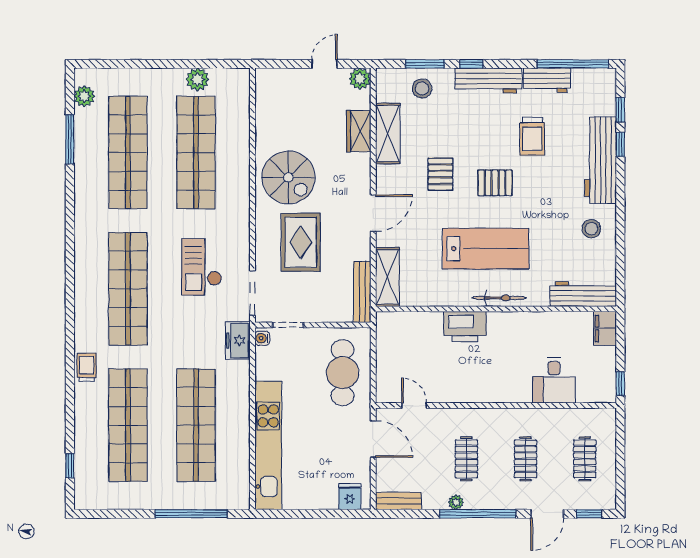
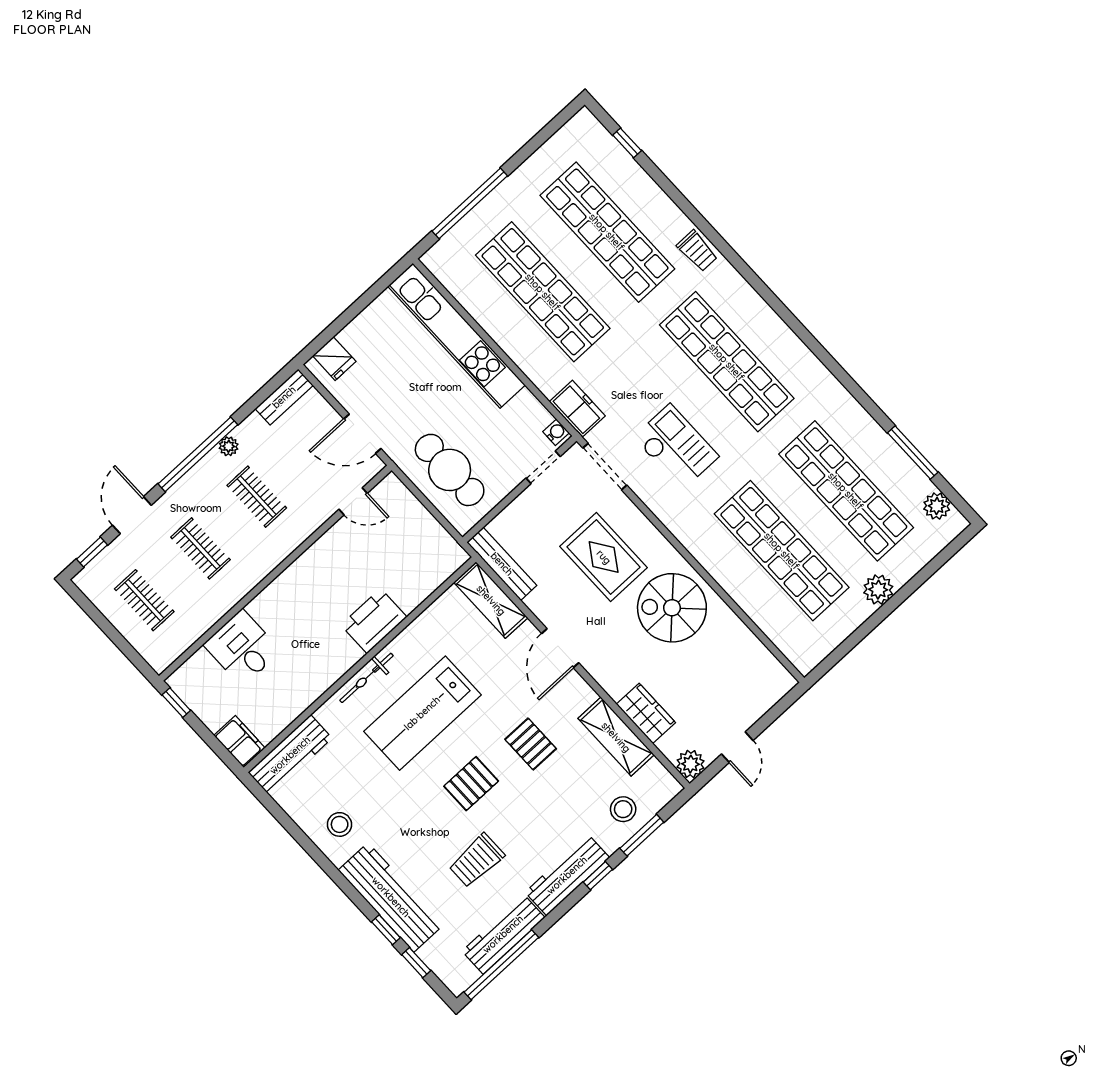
plant: (198, 79) -> (878, 590), moved
workbench: (547, 80) -> (503, 934), width x1.37
trolley: (532, 136) -> (477, 860), turned -90

